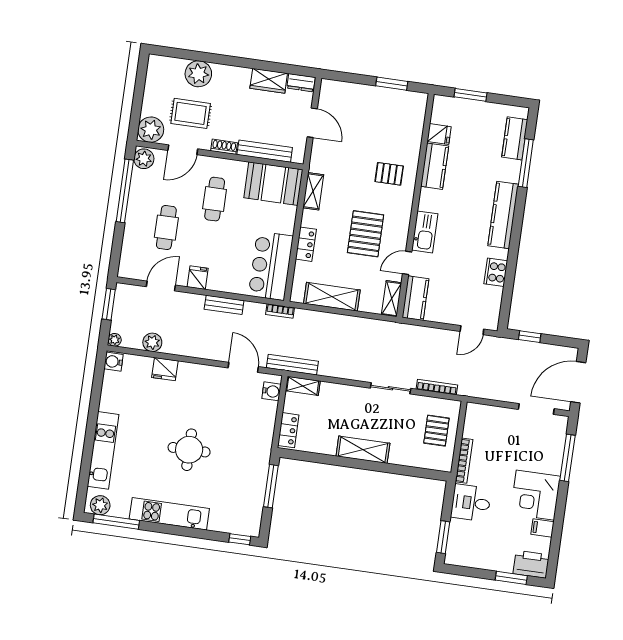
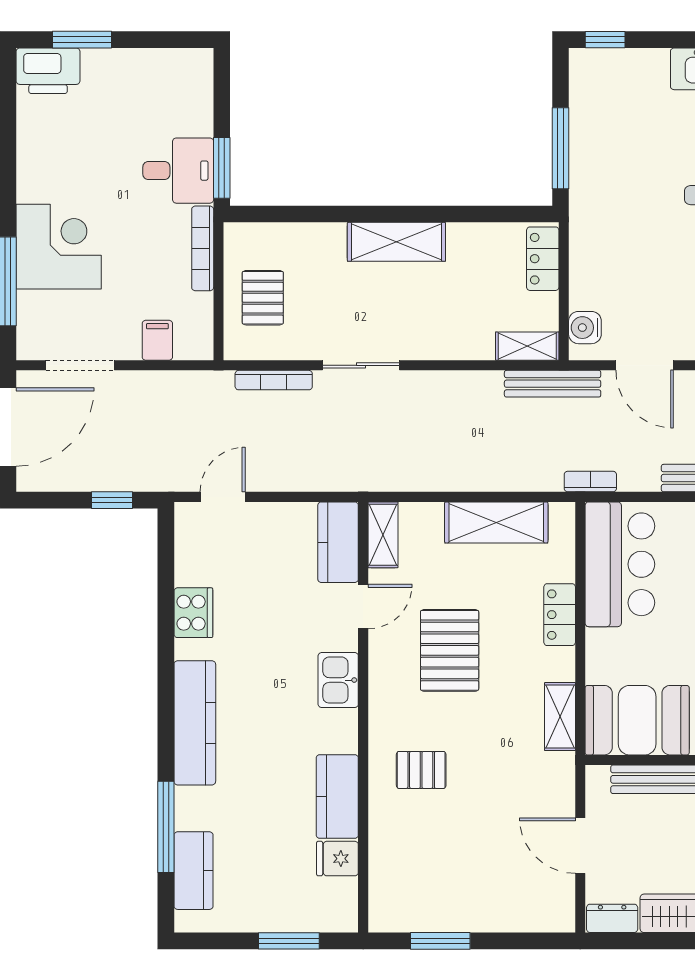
kitchen sink: (425, 232) -> (338, 680), width x0.73
corner desk: (535, 495) -> (59, 247), moved
filing cabinet: (543, 528) -> (157, 340), moved, turned -90
window: (443, 537) -> (222, 168), moved

